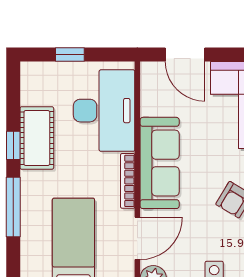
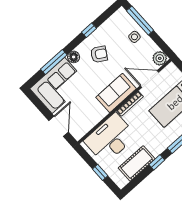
cot: (37, 138) -> (137, 163), moved
sofa: (160, 163) -> (116, 93), width x0.73

